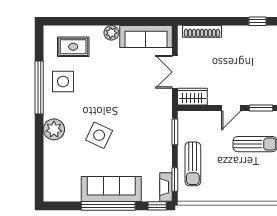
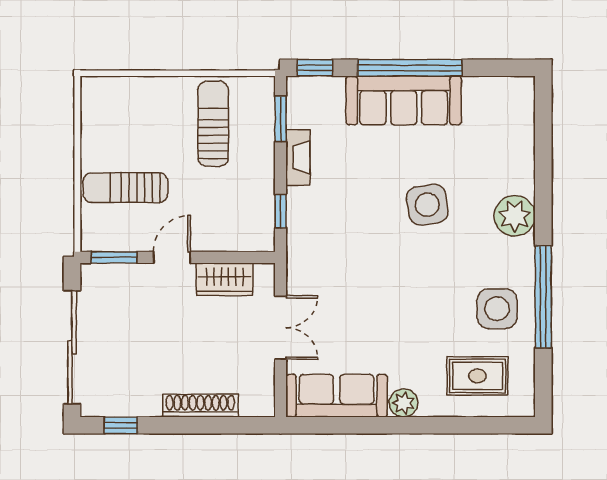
shoe rack: (202, 31) -> (200, 406), moved
wardrobe: (192, 97) -> (225, 279), moved
window: (175, 132) -> (281, 211), width x0.67
side table: (99, 135) -> (427, 205), turned -34
sun lounger: (193, 164) -> (213, 124), moved
fireplace: (166, 187) -> (298, 157), moved

